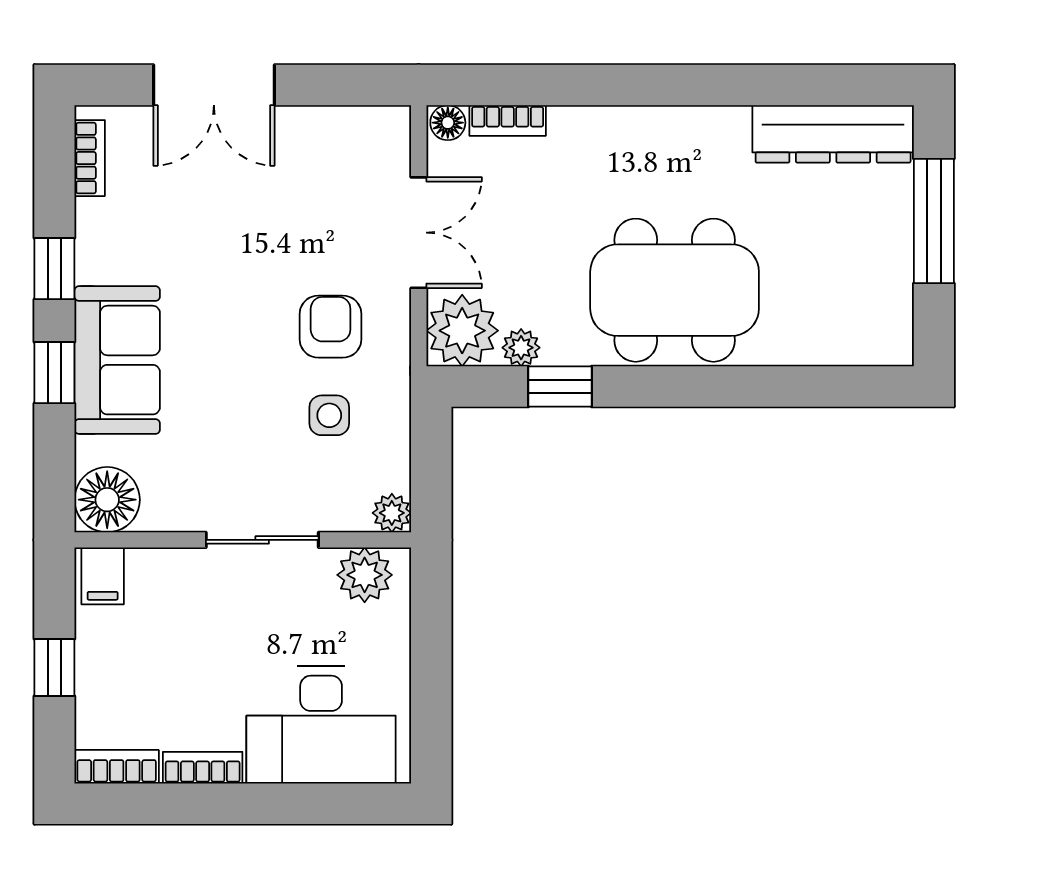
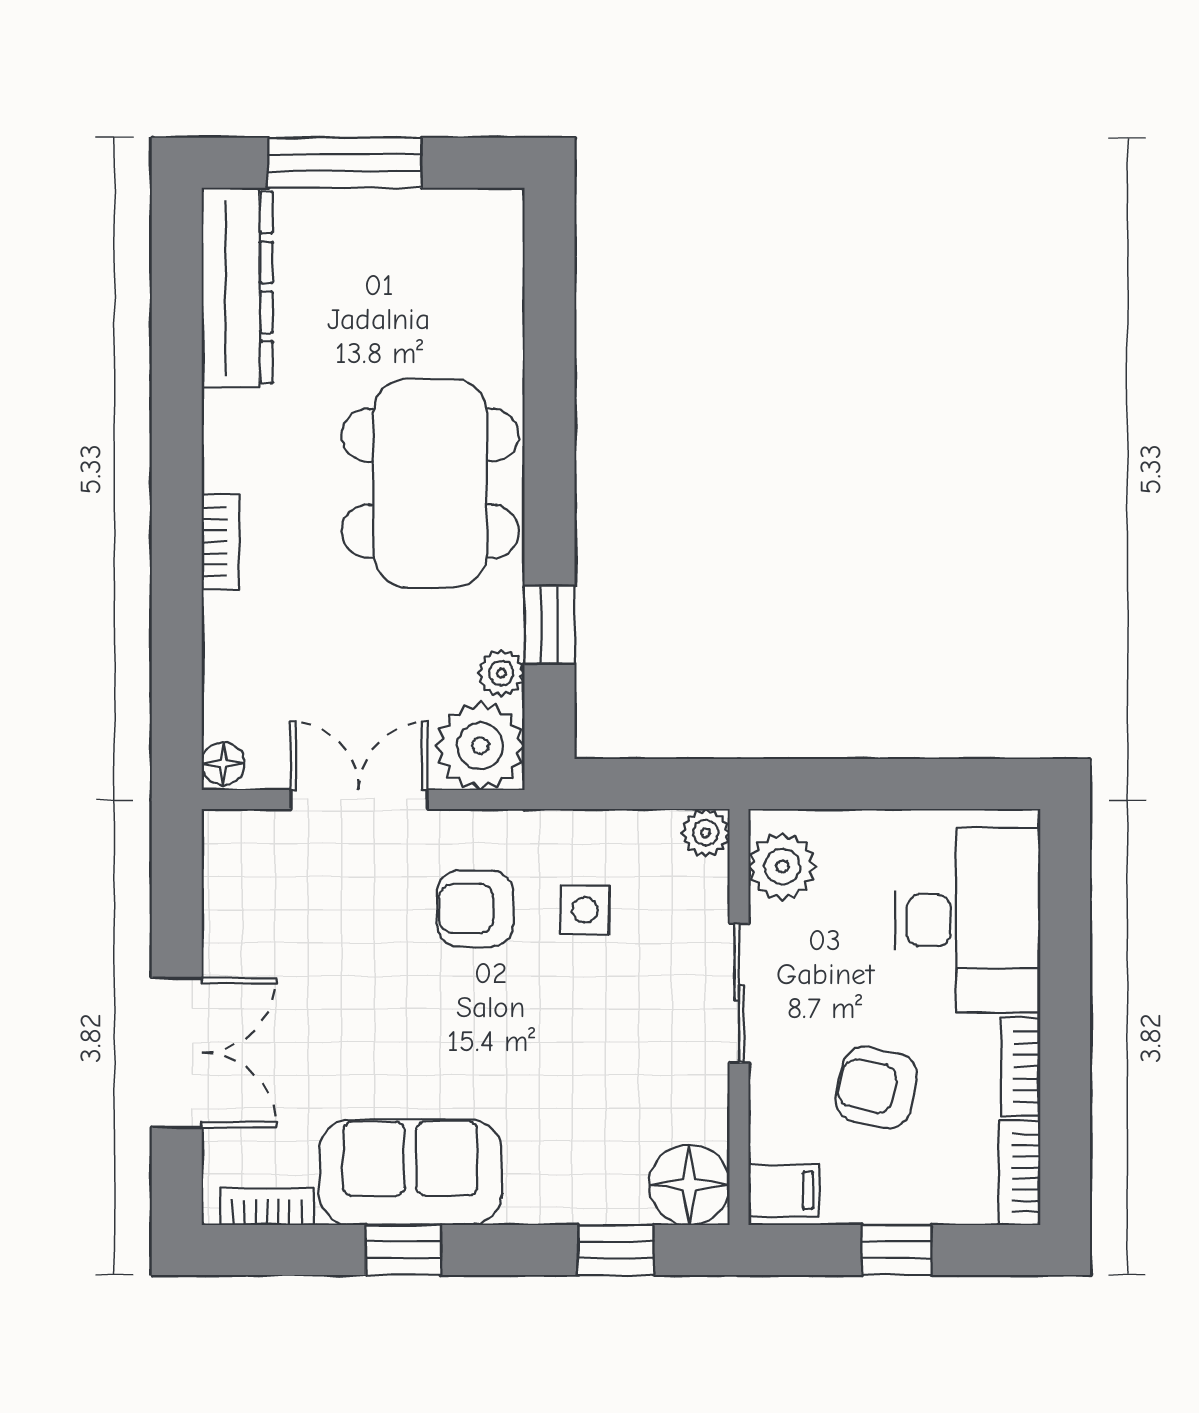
bookcase: (508, 120) -> (220, 542), moved
sofa: (117, 360) -> (410, 1172), moved
window: (54, 373) -> (616, 1250), moved
armchair: (186, 651) -> (876, 1088), added

